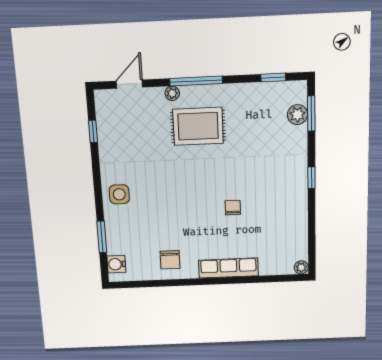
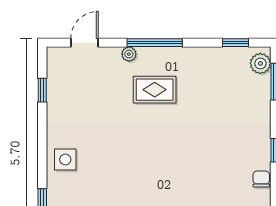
plant: (297, 115) -> (260, 63), moved
rug: (198, 126) -> (155, 90), width x0.73, depth x0.70
chair: (233, 208) -> (261, 179), moved

